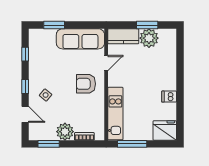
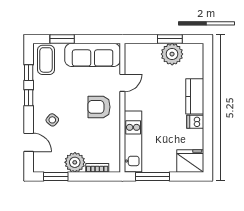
kitchen counter: (123, 36) -> (195, 96), moved, turned 90
coffee table: (40, 43) -> (46, 60), added
window: (25, 87) -> (29, 98), moved

